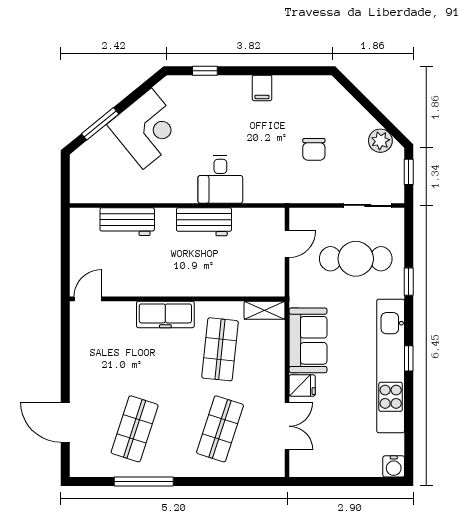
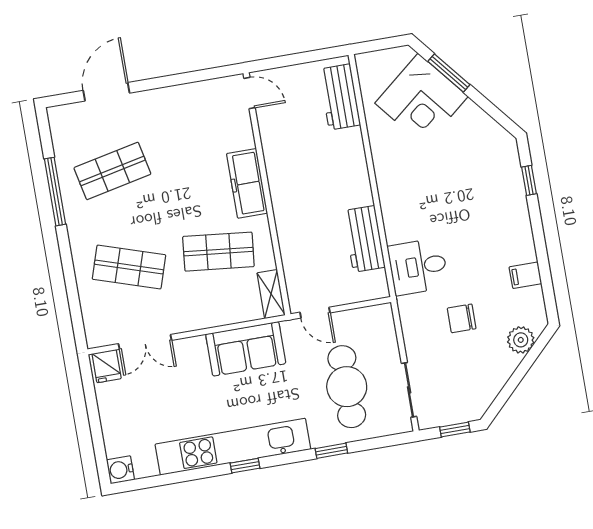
filing cabinet: (262, 88) -> (525, 275), moved
corner desk: (147, 129) -> (421, 100), moved
plant: (380, 141) -> (521, 340), moved
desk: (220, 179) -> (418, 267), moved
workbench: (127, 222) -> (340, 97), moved
workbench: (204, 222) -> (364, 239), moved
door: (287, 244) -> (315, 313), moved
fridge: (302, 385) -> (107, 366), moved
shop shelf: (135, 429) -> (112, 171), turned -30

